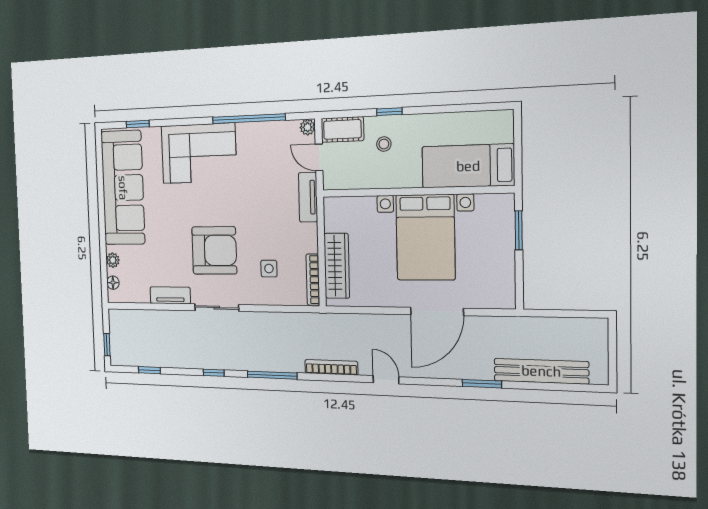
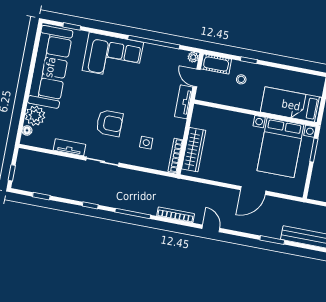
bed with nightstands: (425, 237) -> (280, 148), moved
armchair: (214, 250) -> (109, 123), width x0.73, depth x0.73
plant: (113, 260) -> (35, 116), width x1.88, depth x1.88
door: (437, 311) -> (253, 190), width x0.73

